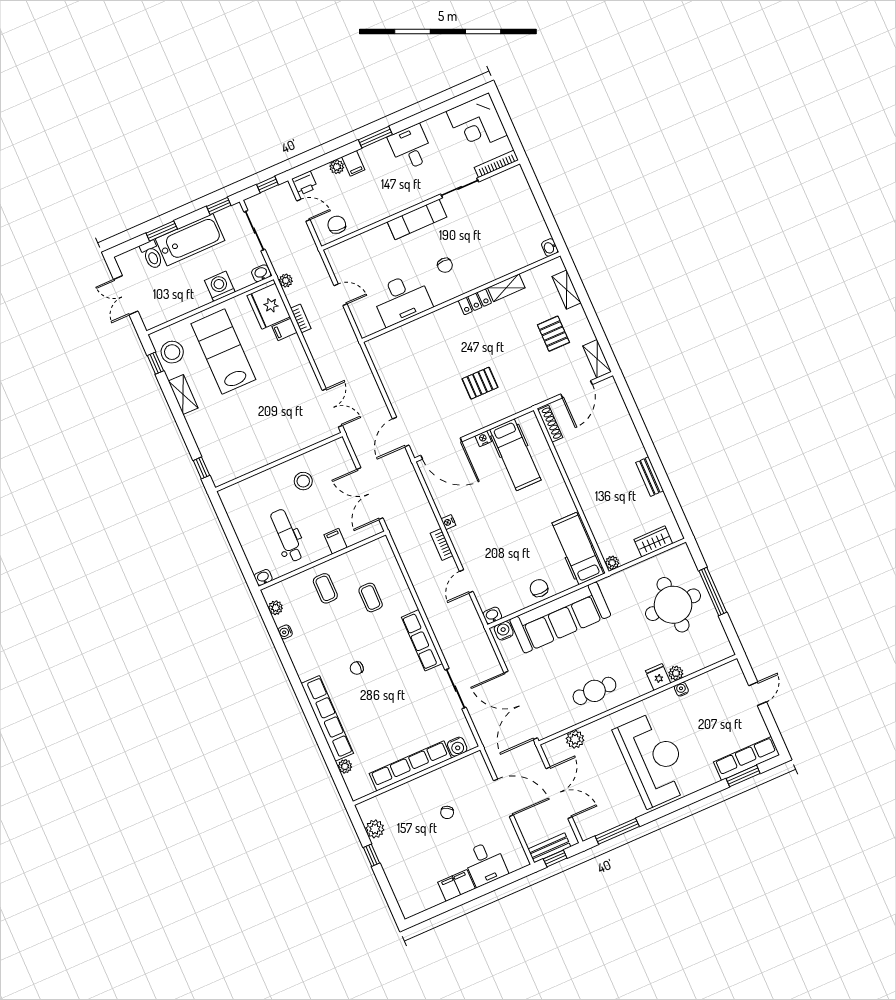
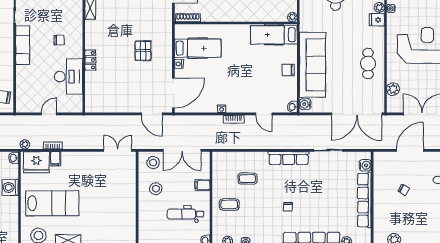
locker: (475, 302) -> (90, 60), moved
lab bench: (223, 352) -> (52, 203), turned 180
stool: (337, 462) -> (153, 163), added

